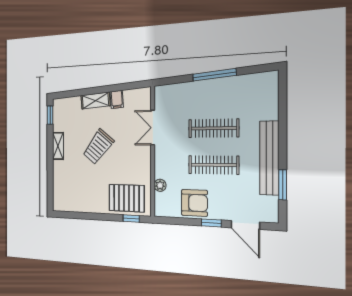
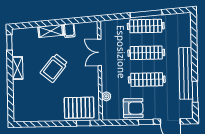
clothes rail: (214, 92) -> (146, 26), added

